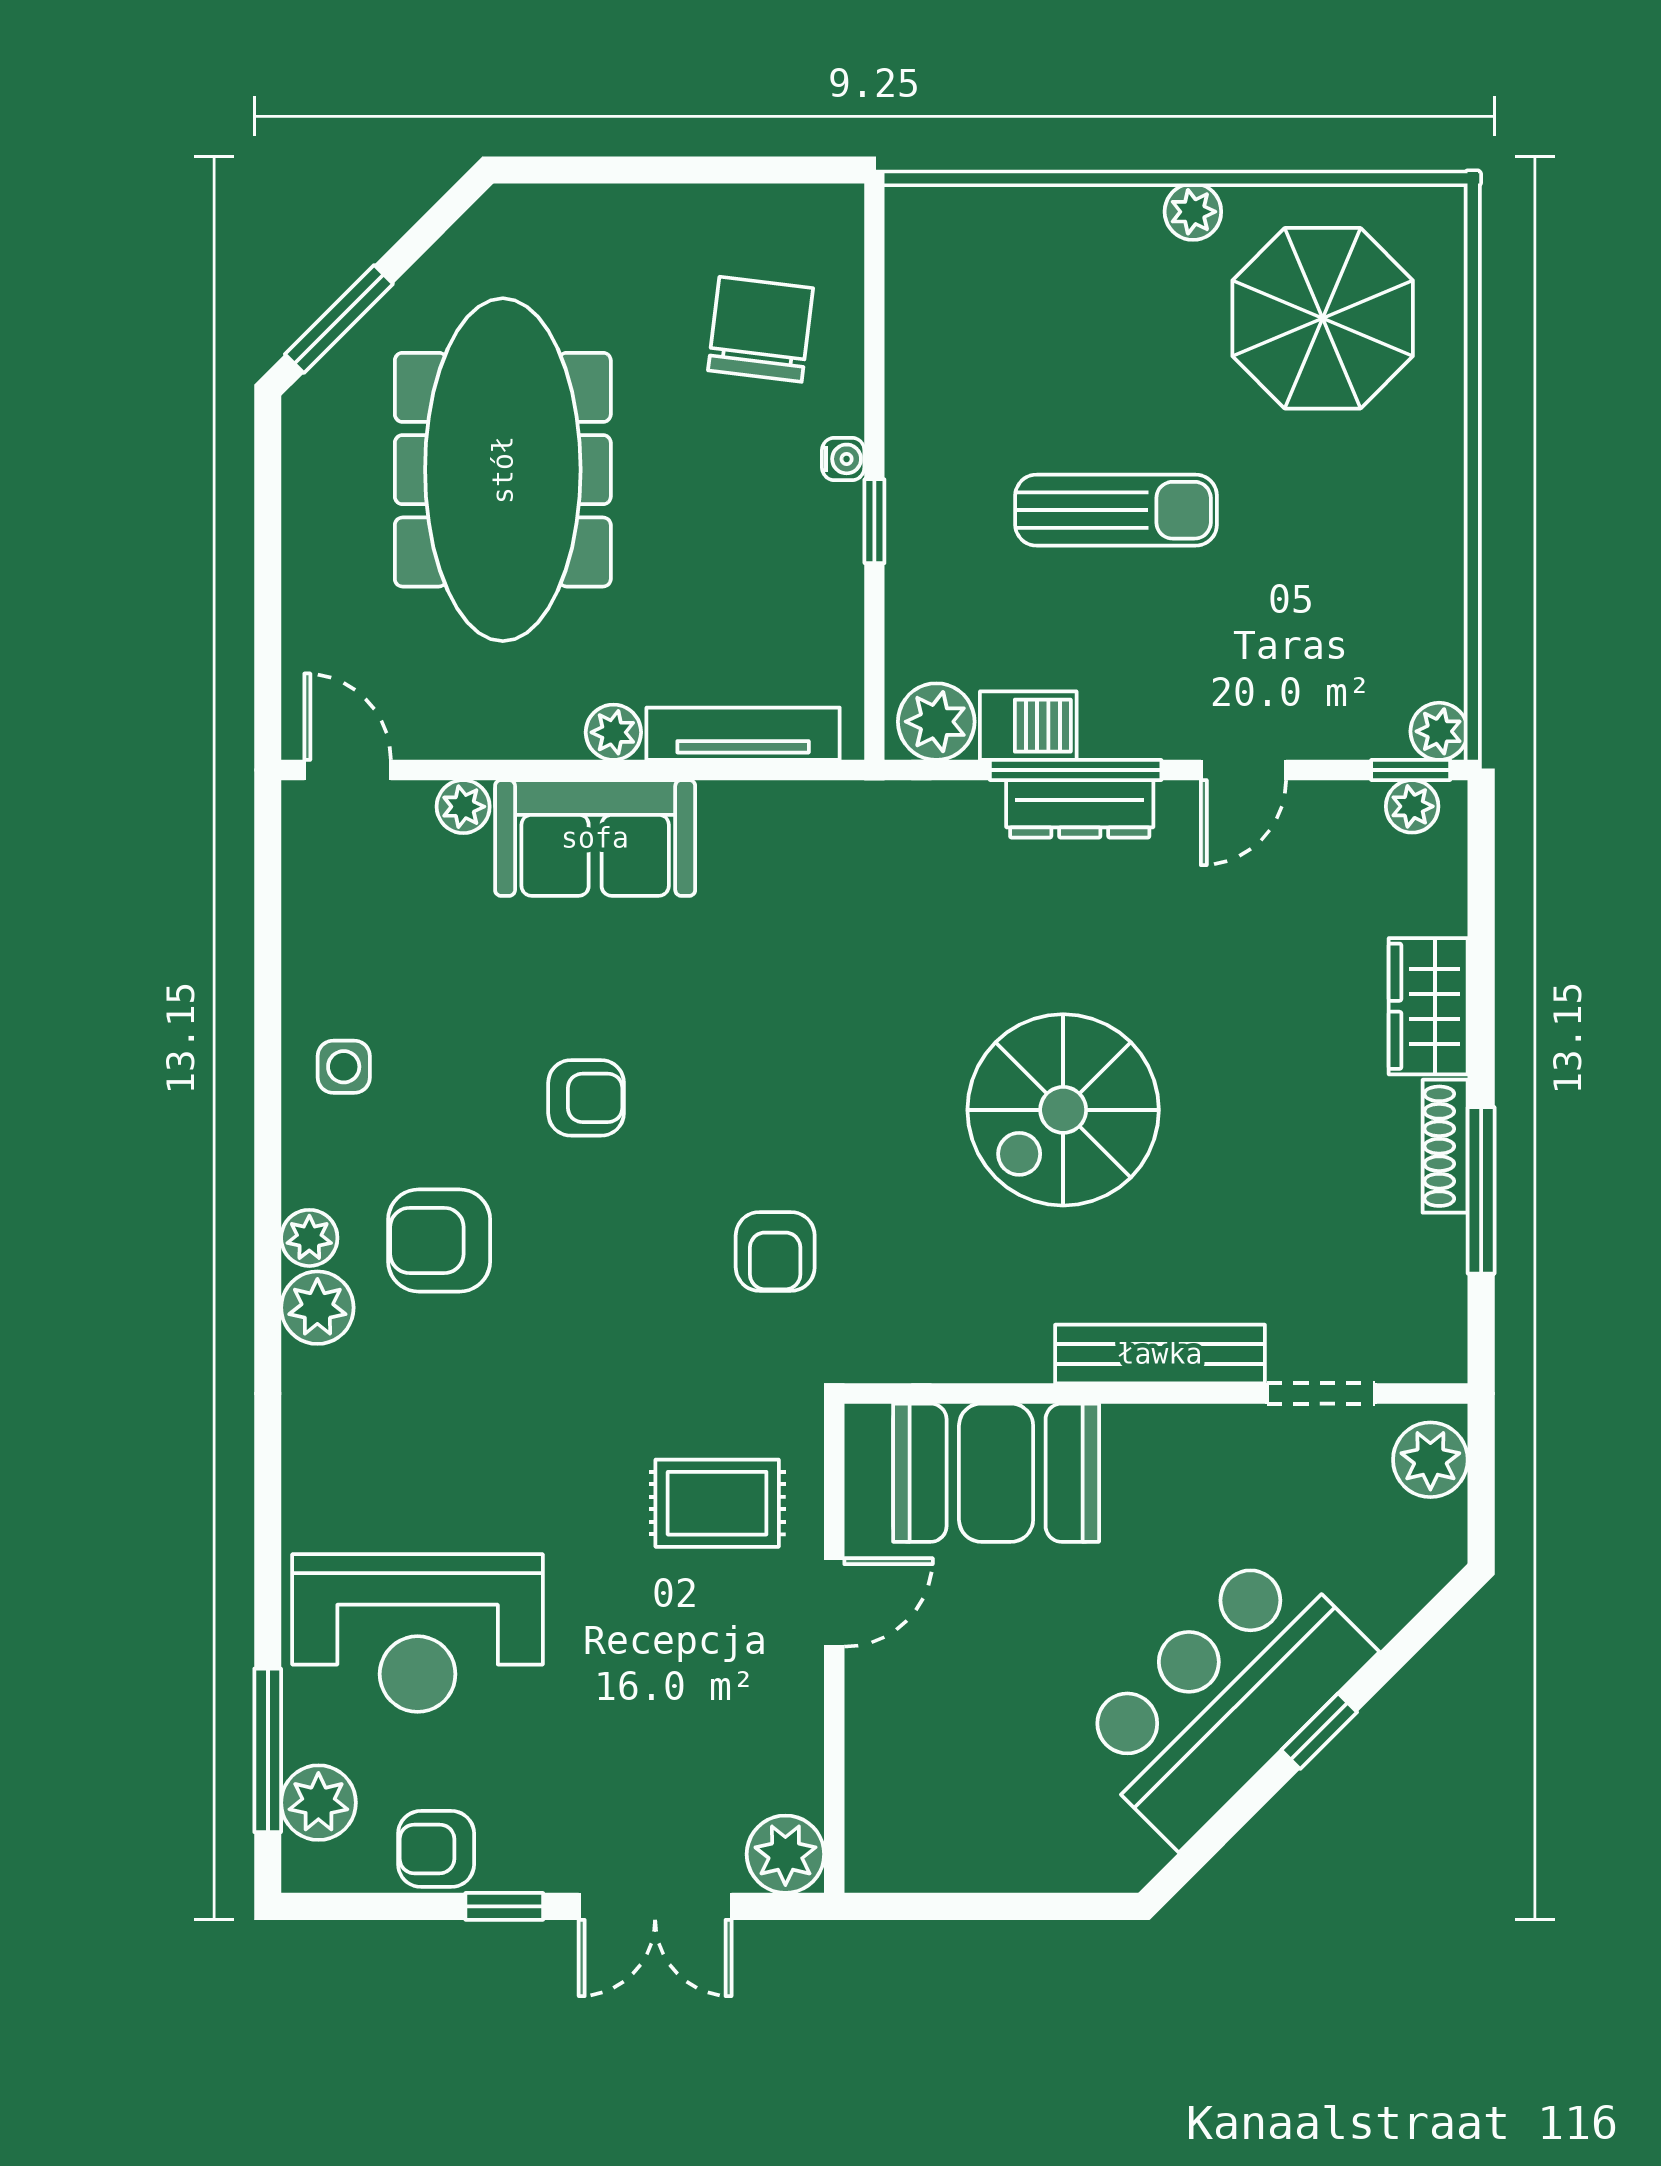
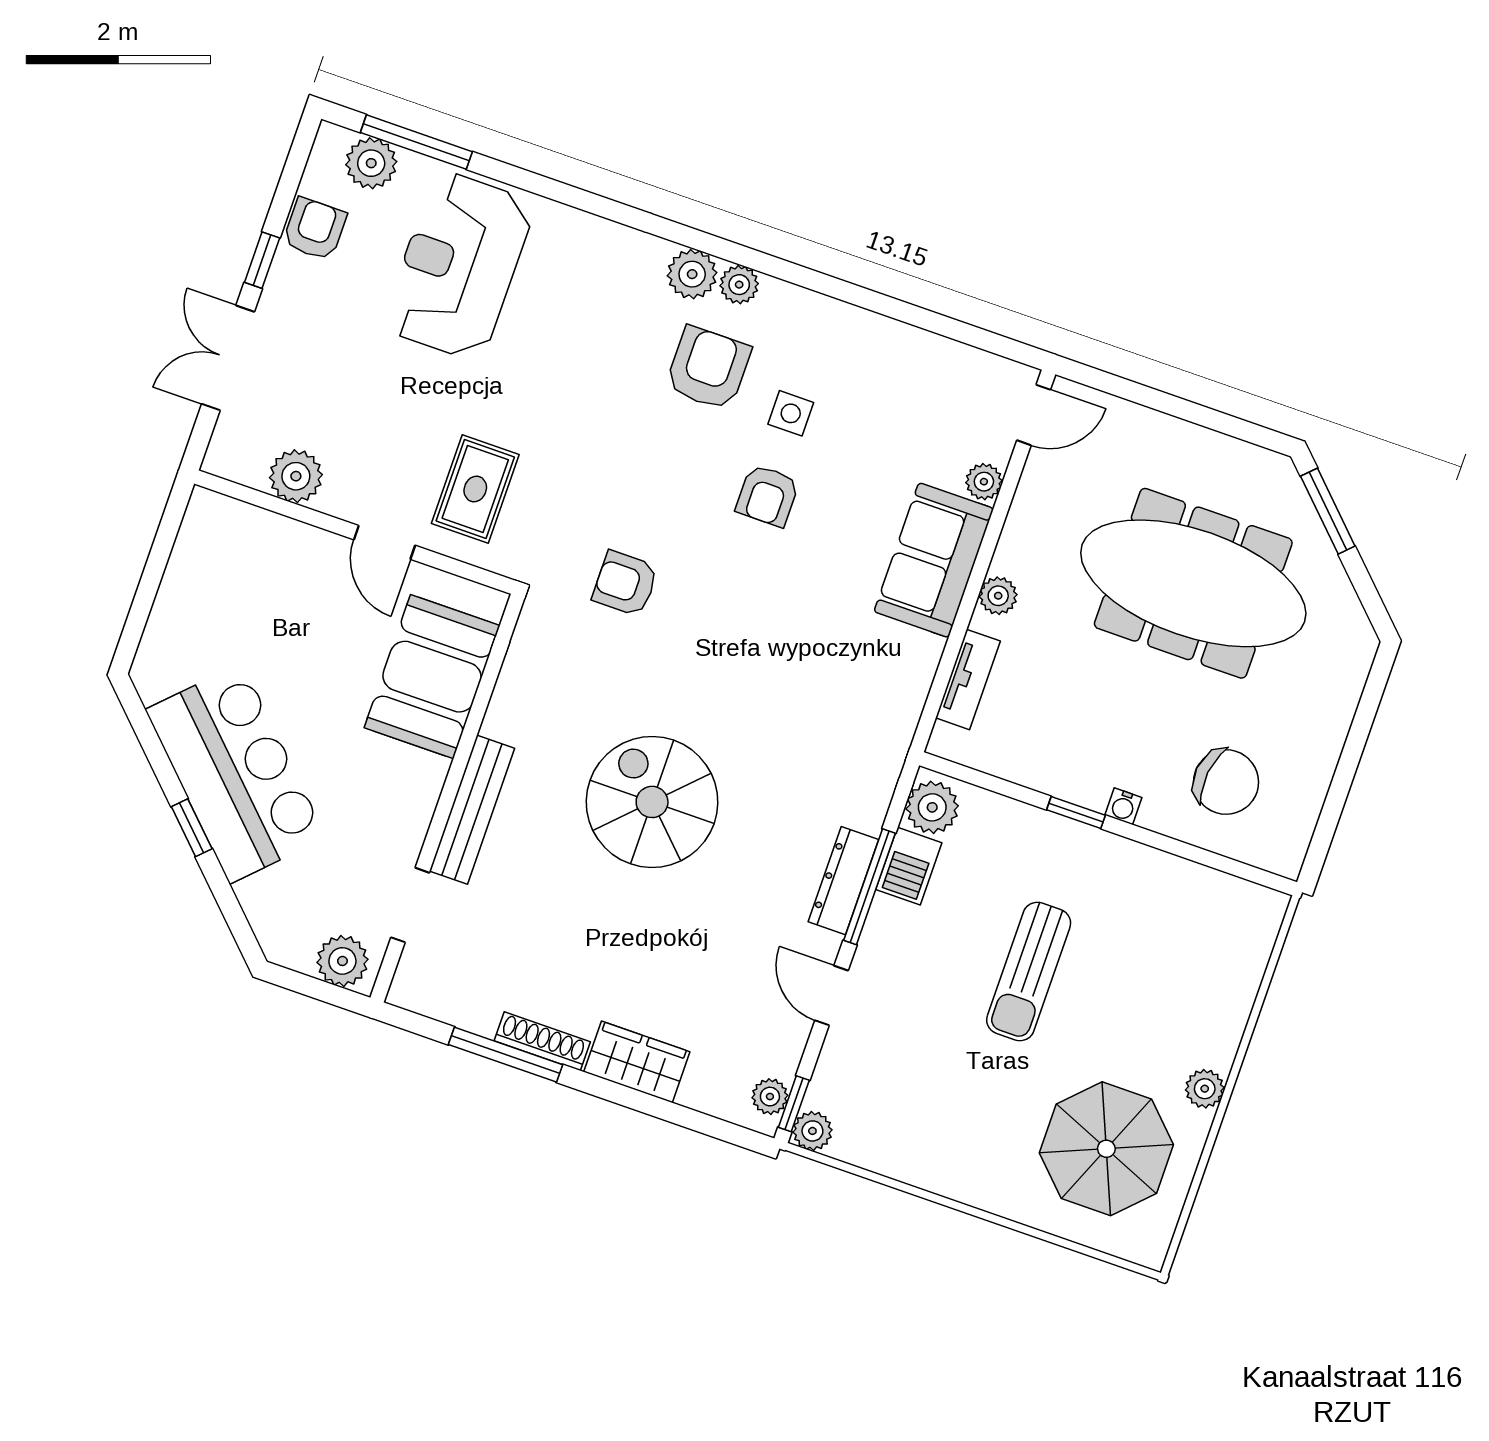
tv unit: (743, 734) -> (968, 679), width x0.71
side table: (344, 1067) -> (791, 413), moved
plant: (785, 1854) -> (296, 476), moved

